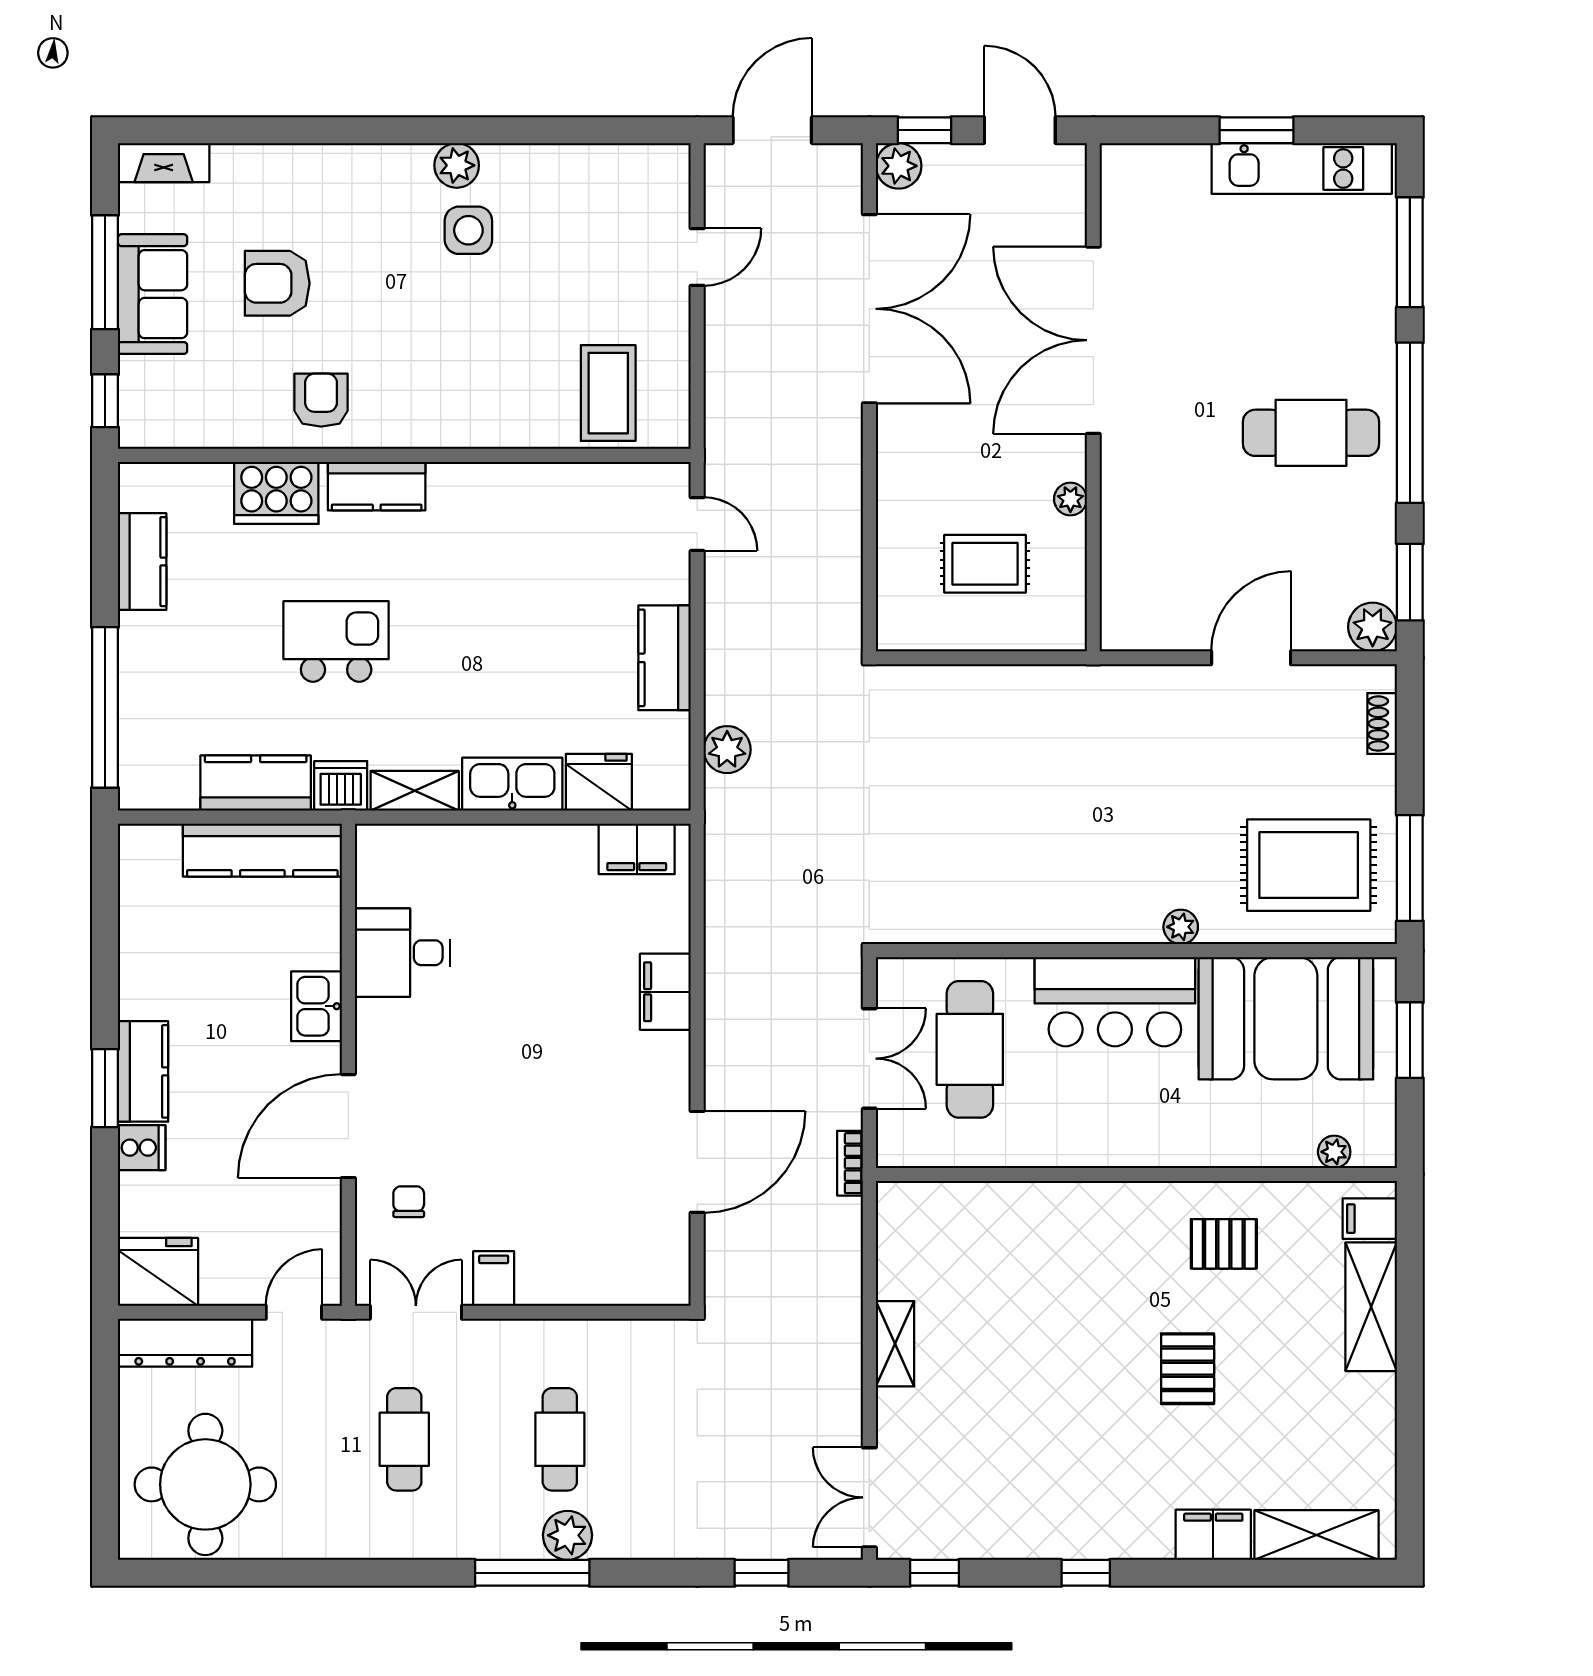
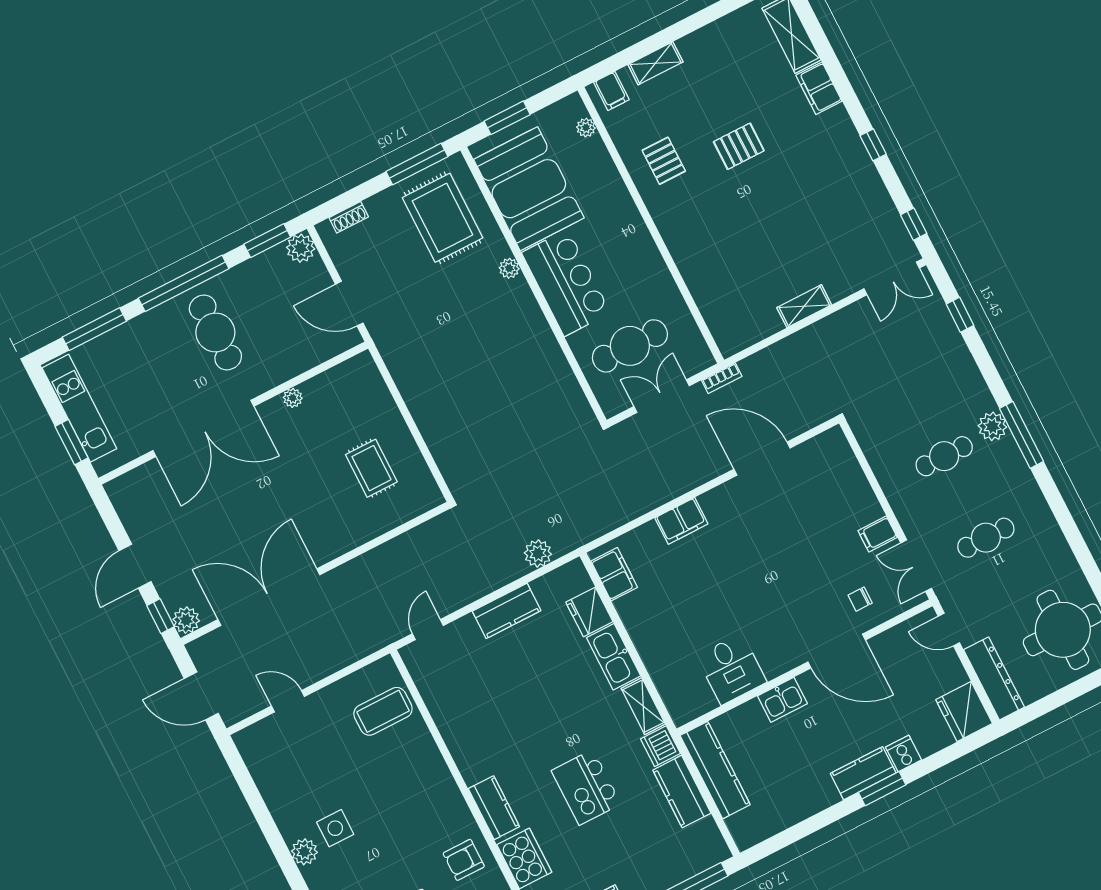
double door: (1093, 340) -> (203, 428), moved
wall: (1093, 397) -> (233, 413), moved
plant: (1070, 499) -> (293, 398), moved
shelving: (1371, 1307) -> (655, 63), width x0.67, depth x0.75

